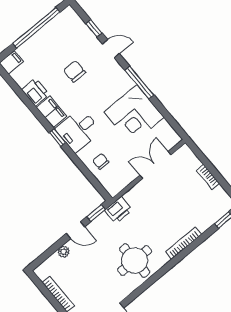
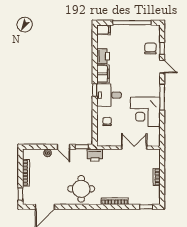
chair: (74, 71) -> (150, 48), moved

